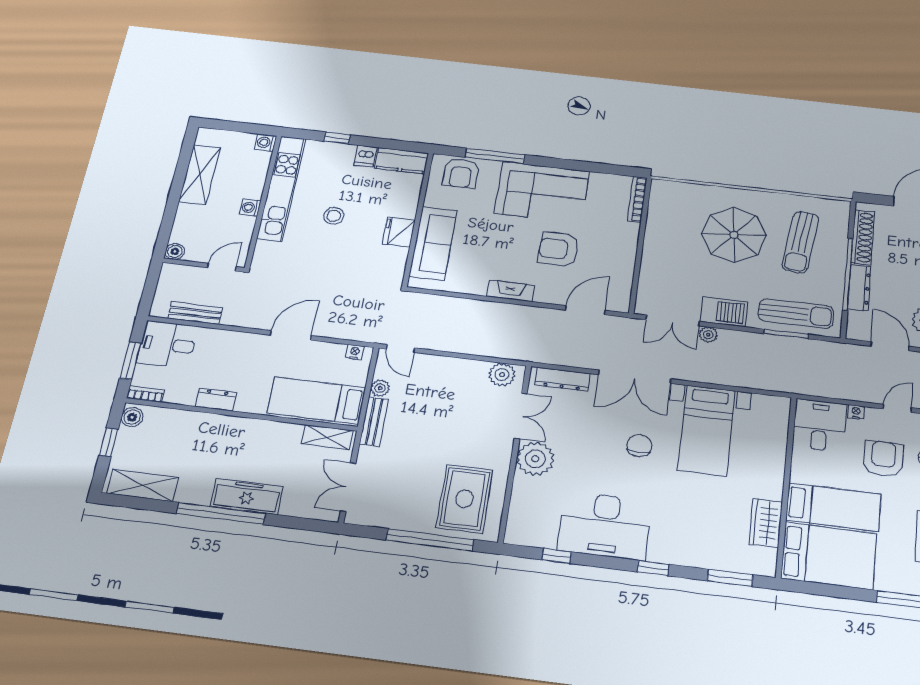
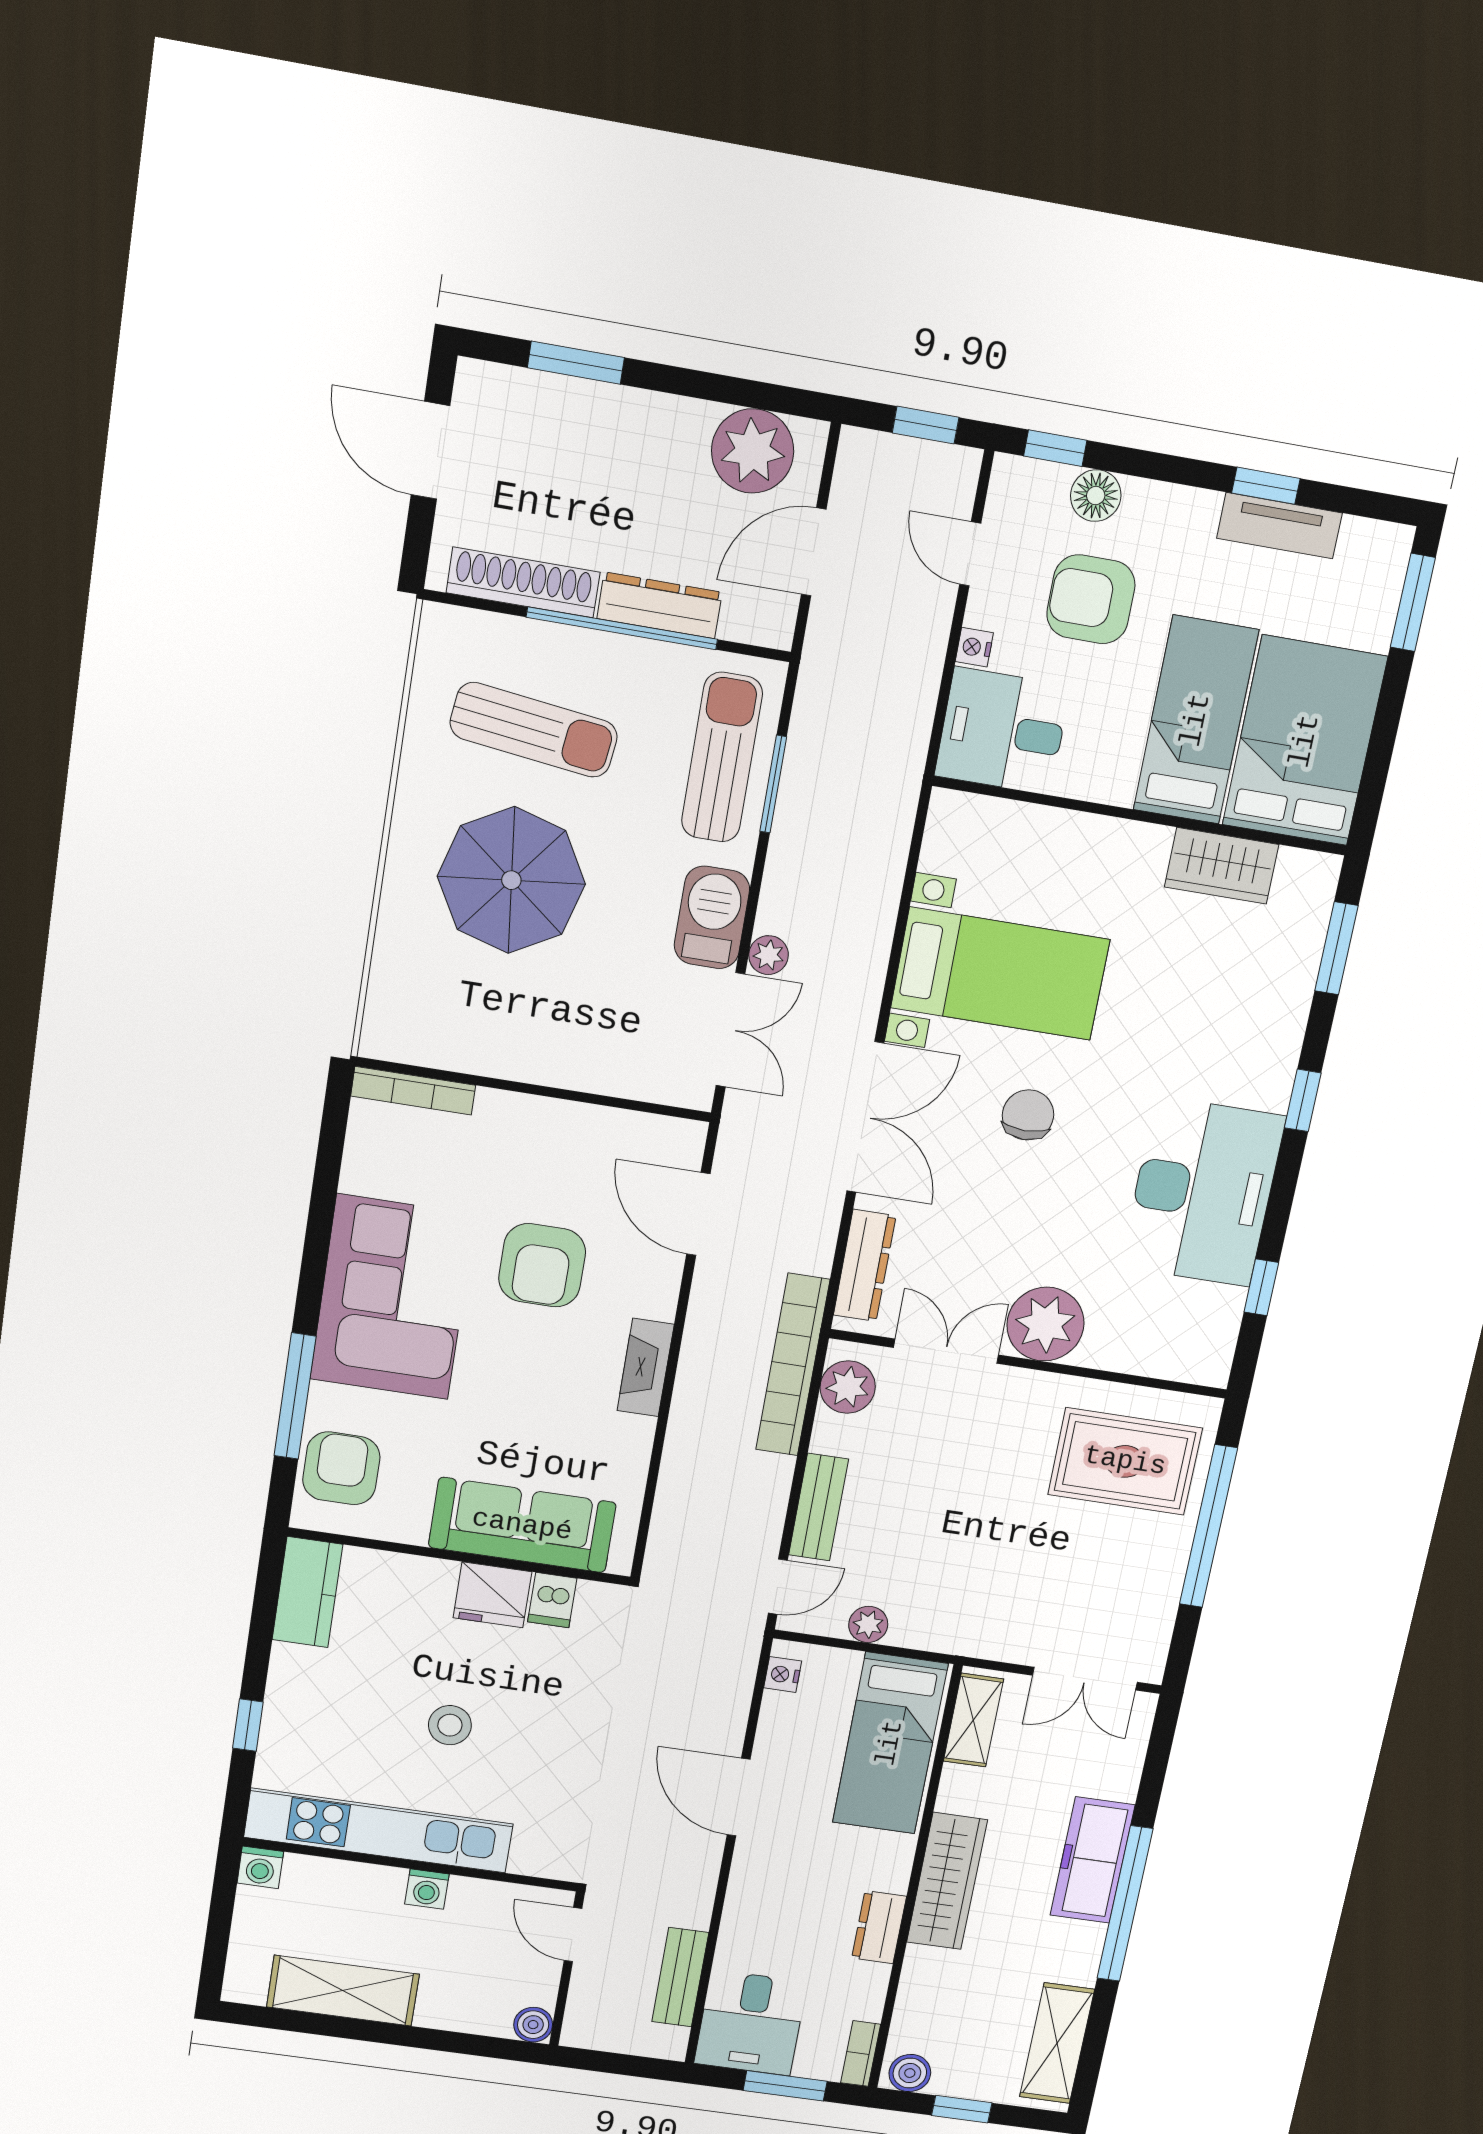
dishwasher: (365, 156) -> (552, 1600), moved, turned 90
armchair: (461, 173) -> (341, 1468), turned -90
bookcase: (513, 351) -> (793, 1365), added
bench: (374, 422) -> (819, 1507), moved, turned 90
wardrobe: (239, 429) -> (947, 1881), added
chair: (639, 446) -> (1028, 1115), turned 90

